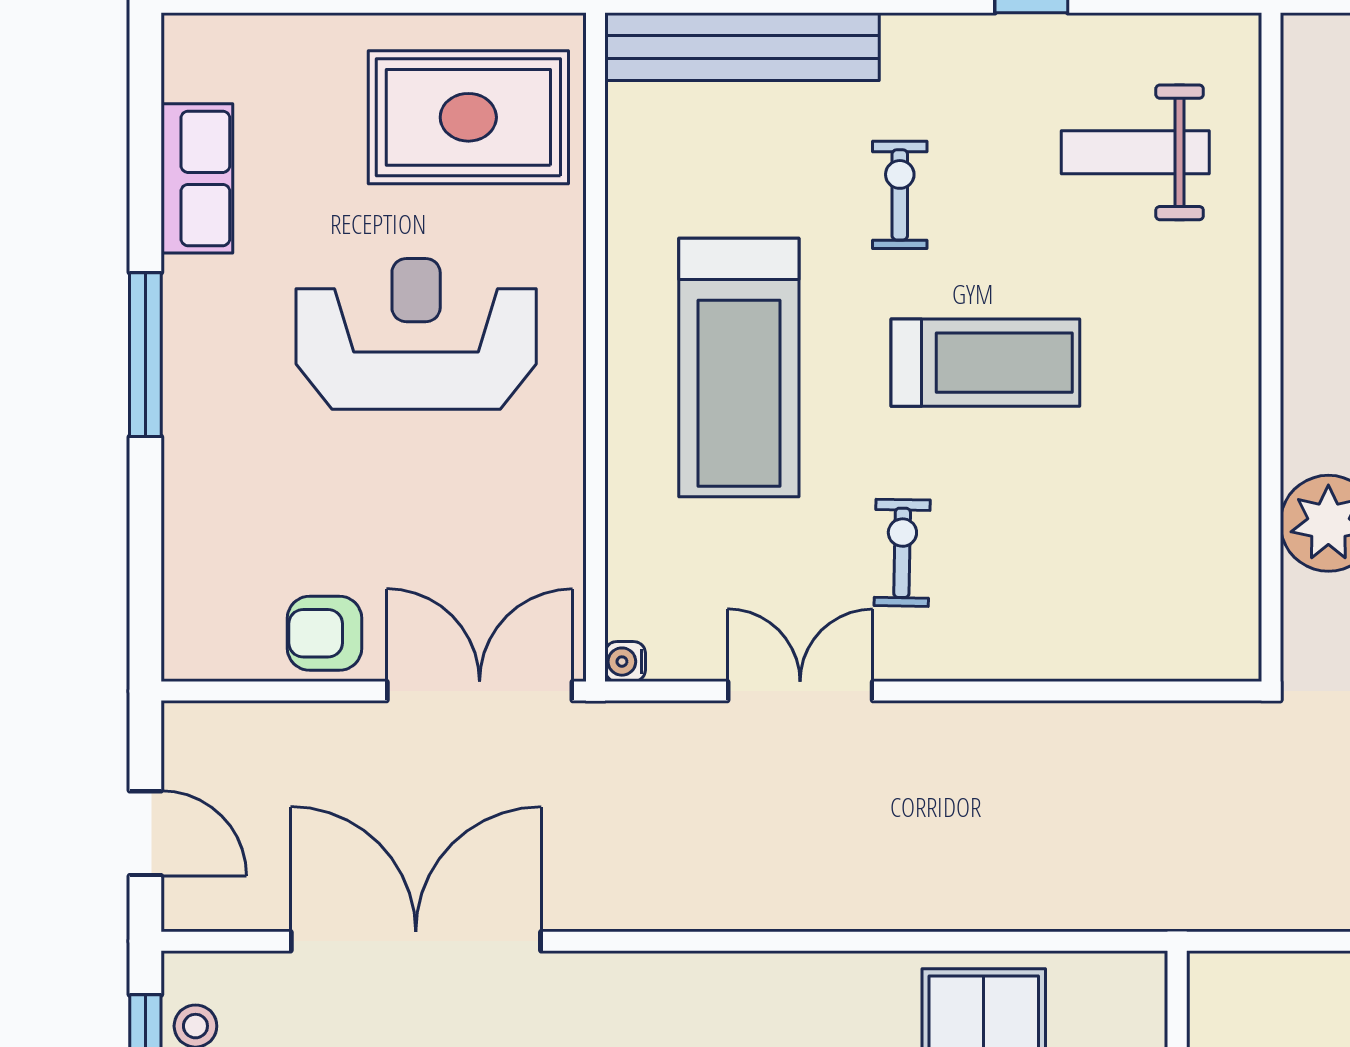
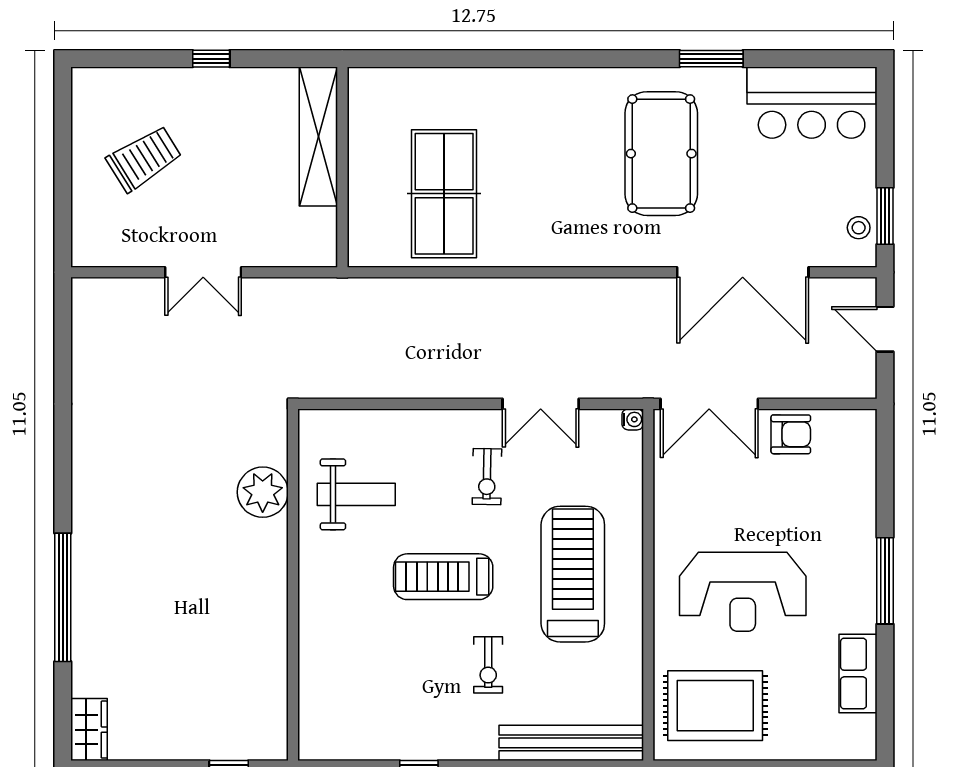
weight bench: (1135, 152) -> (356, 494), moved

